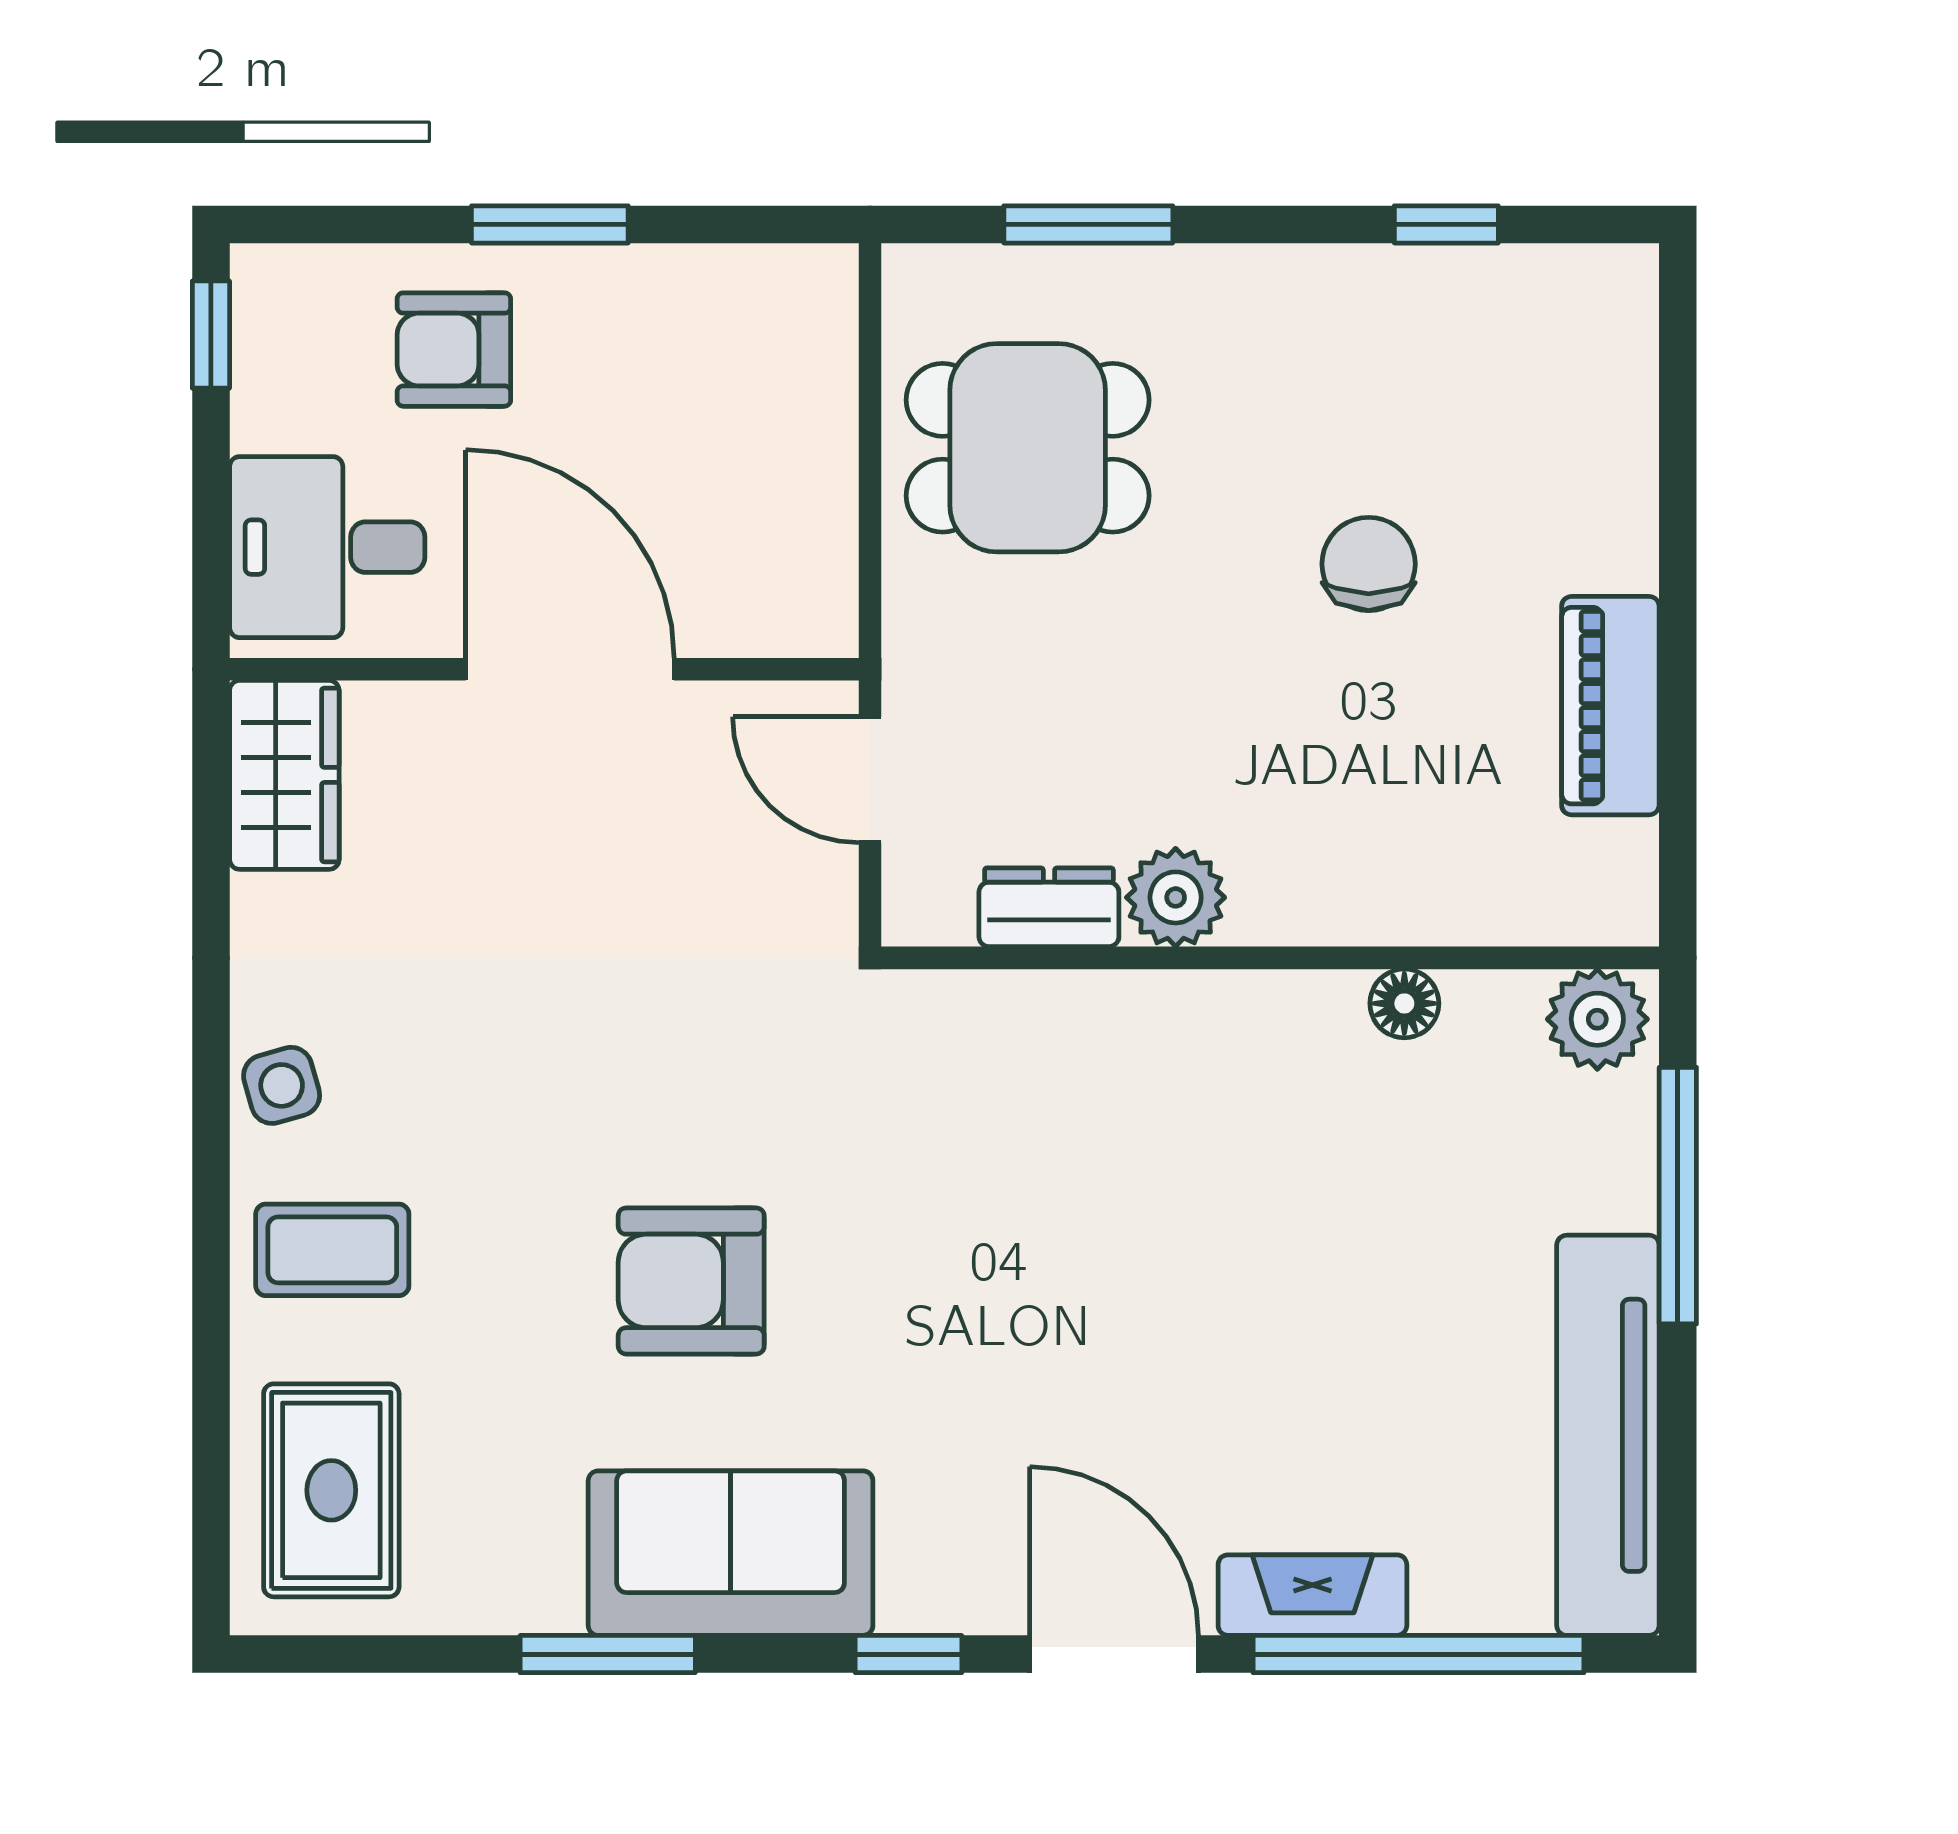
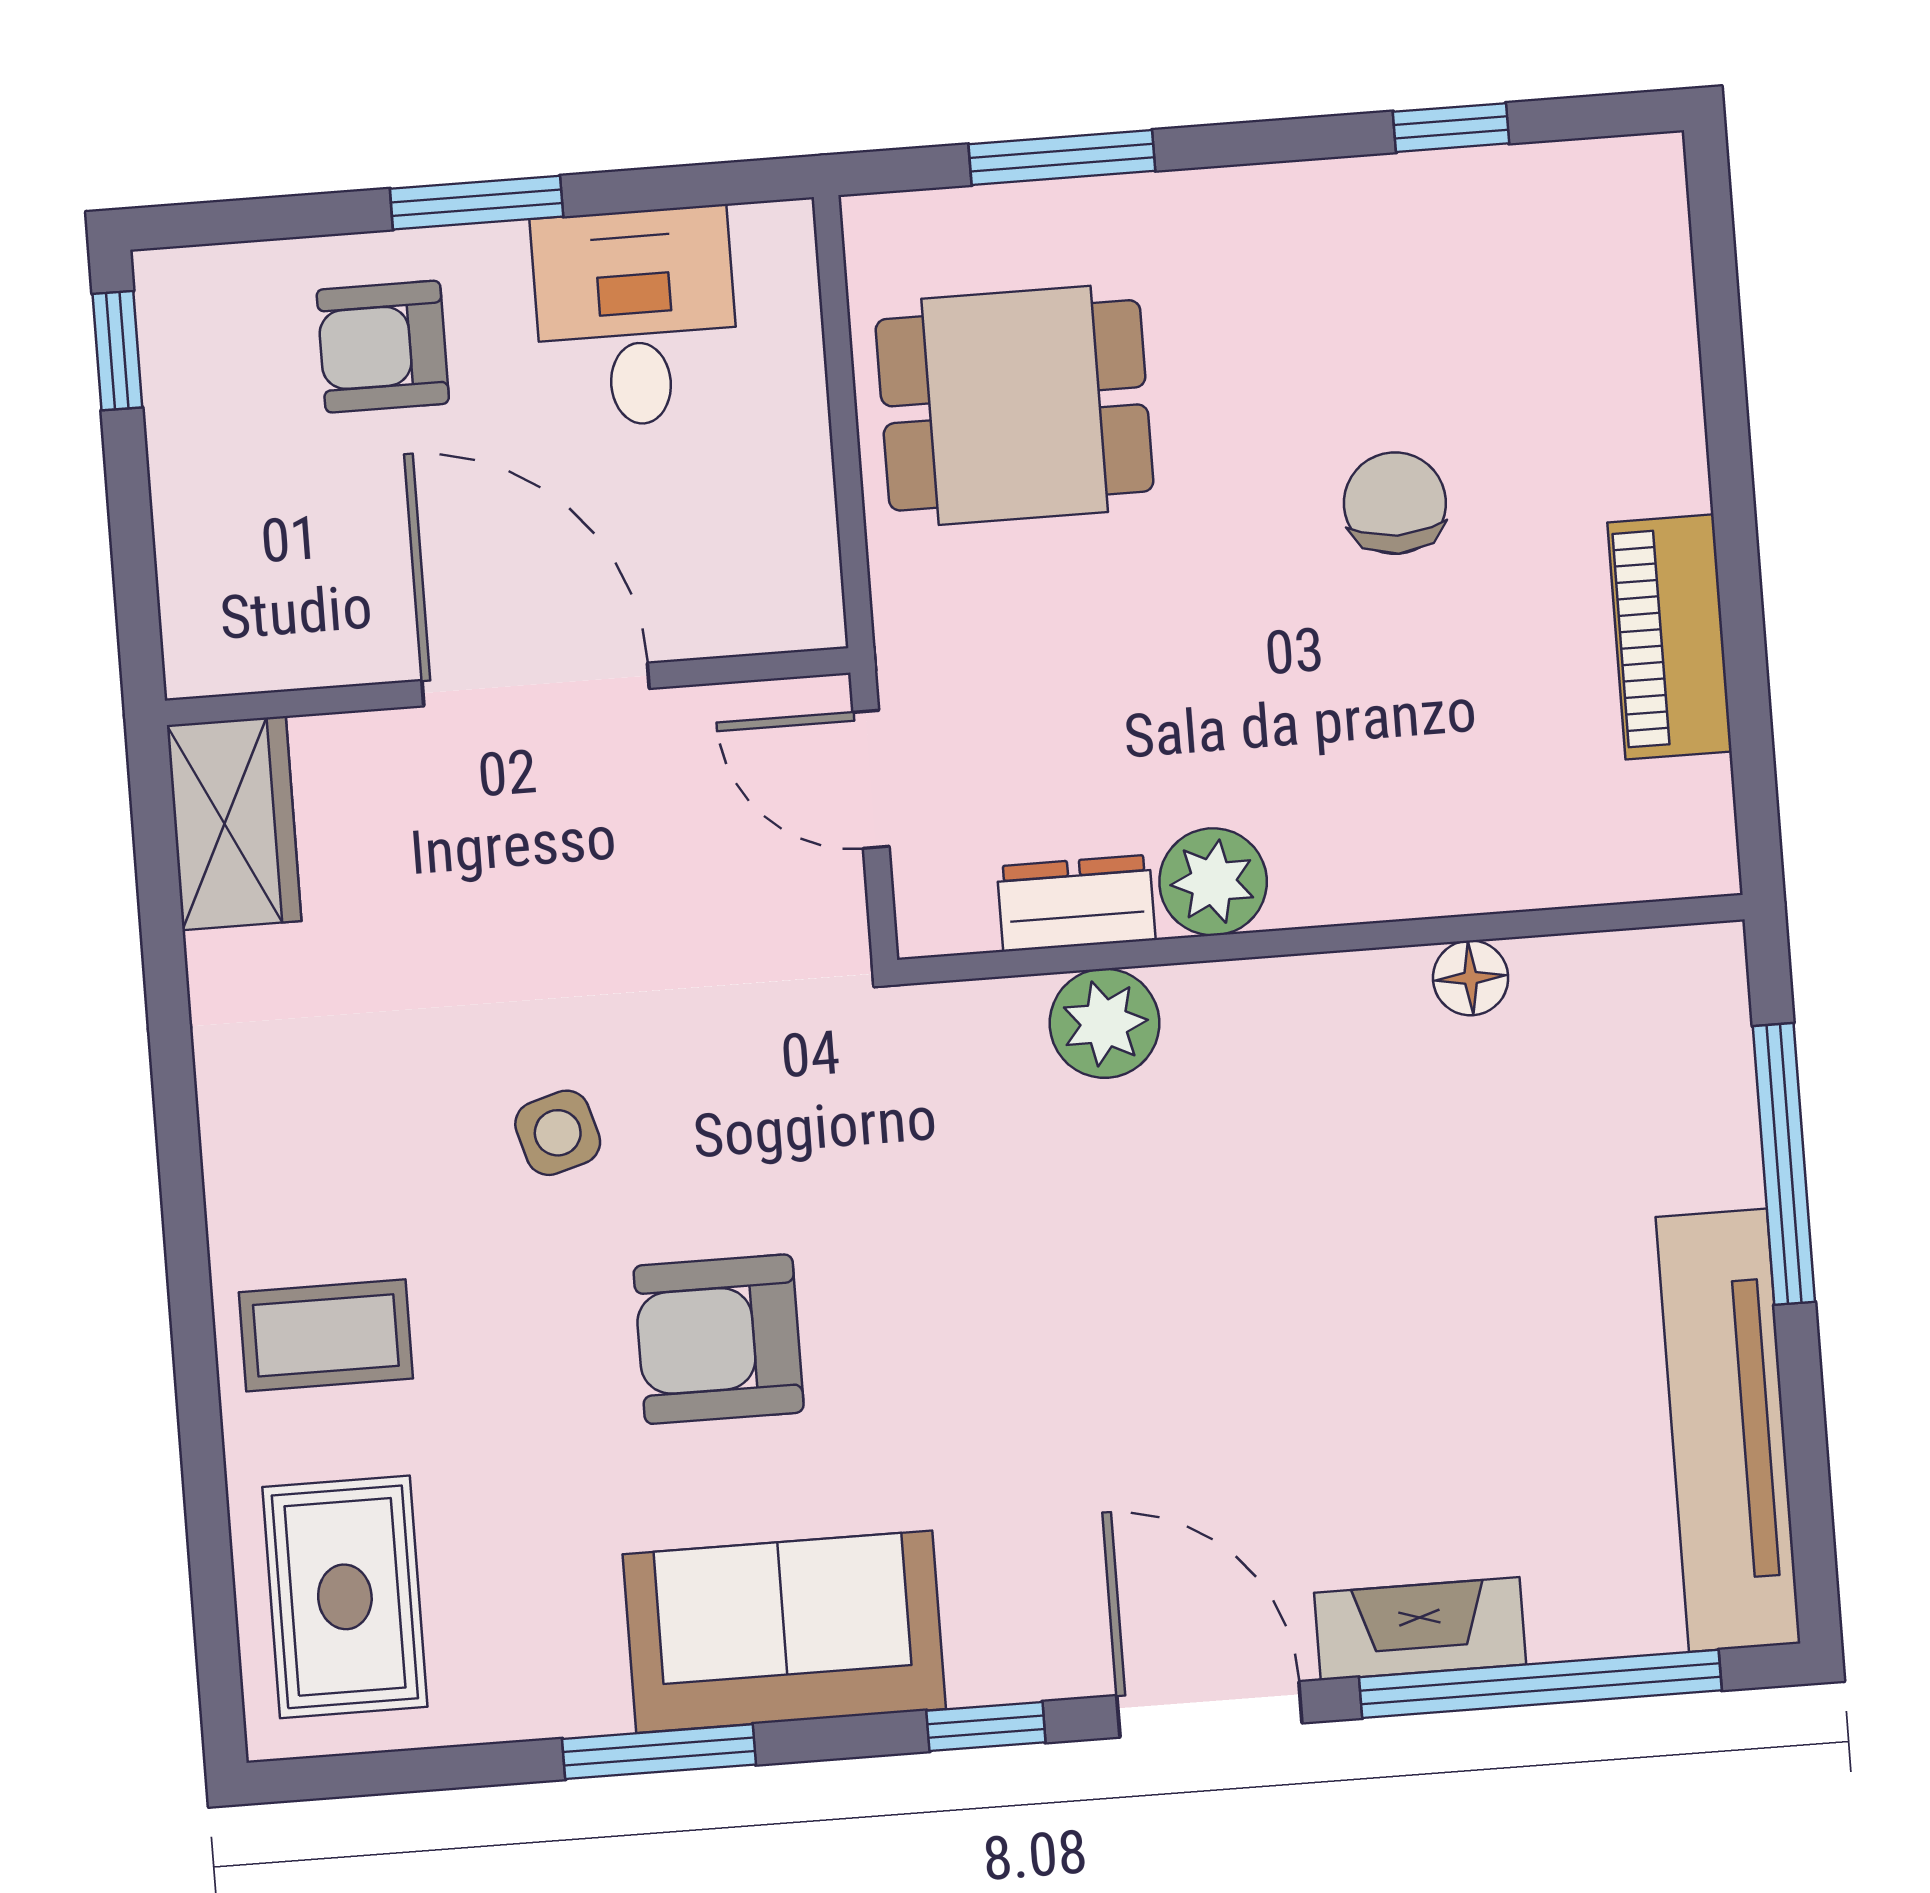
desk: (327, 547) -> (636, 317), moved, turned 90
plant: (1597, 1019) -> (1105, 1023), moved
side table: (282, 1085) -> (558, 1133), moved

